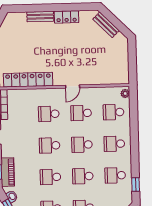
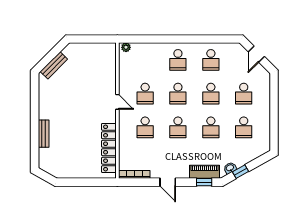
locker: (67, 17) -> (45, 106), removed
school desk: (113, 112) -> (145, 60), removed
window: (136, 185) -> (221, 39), removed

